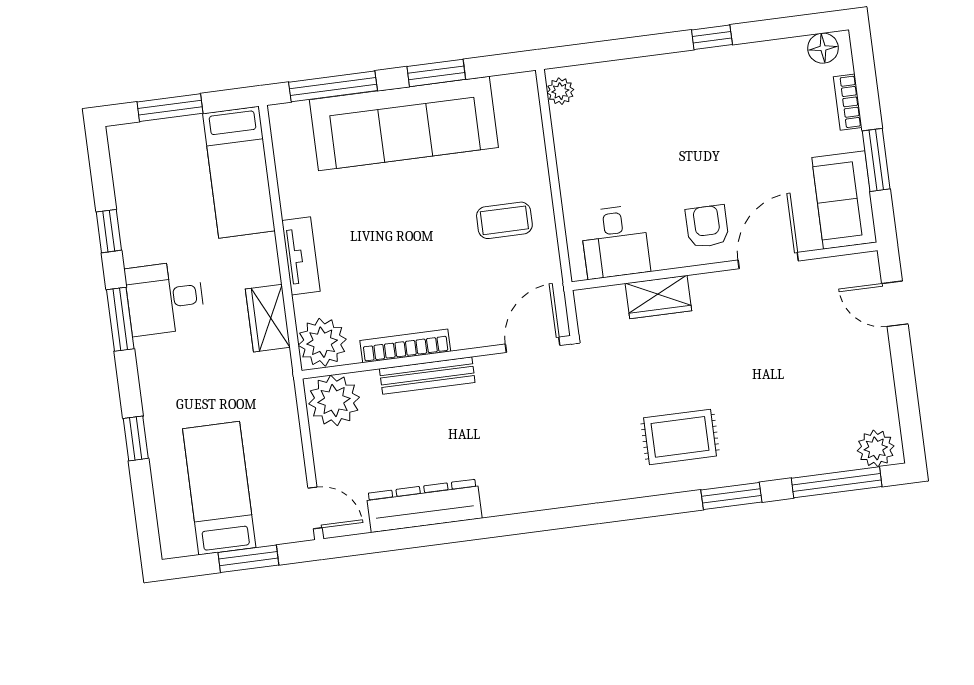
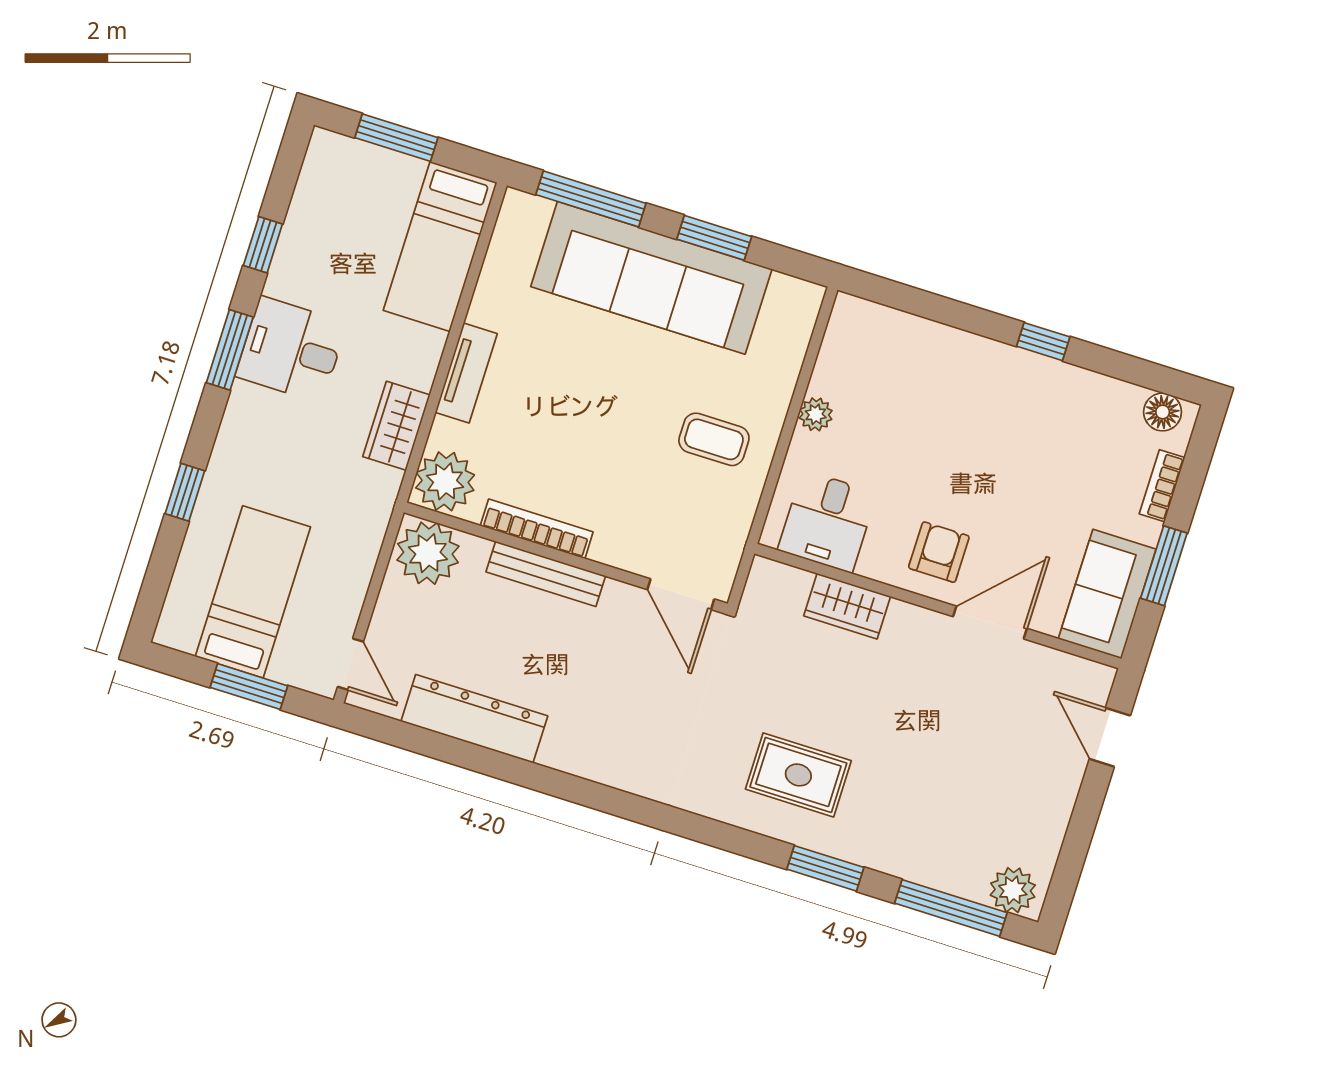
plant: (560, 91) -> (816, 414), moved
door: (533, 345) -> (681, 594), swing flipped

